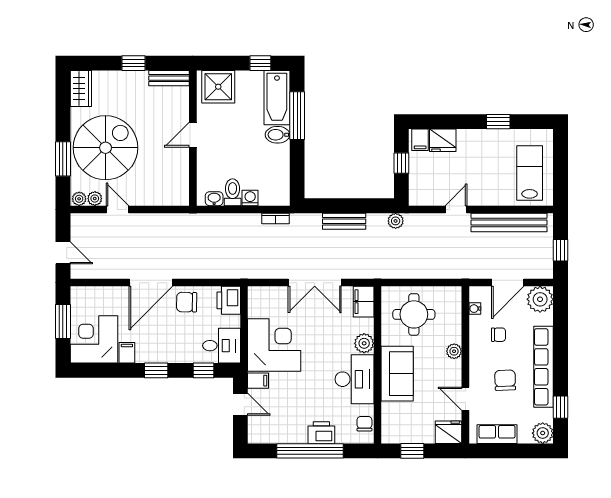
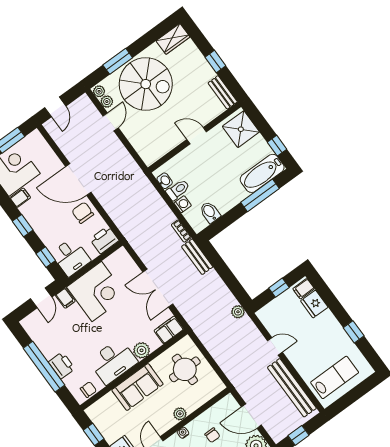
bidet: (278, 135) -> (210, 212), moved
bench: (344, 221) -> (197, 257), moved
water cooler: (475, 309) -> (183, 433), moved

